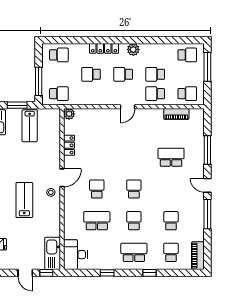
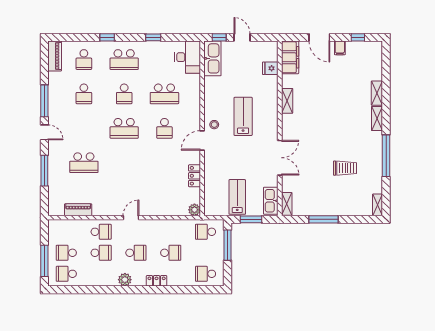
locker: (104, 48) -> (157, 281), width x0.66
school desk: (187, 94) -> (66, 253), moved
school desk: (134, 189) -> (124, 128), width x1.85
lab bench: (24, 200) -> (243, 116), turned 180

